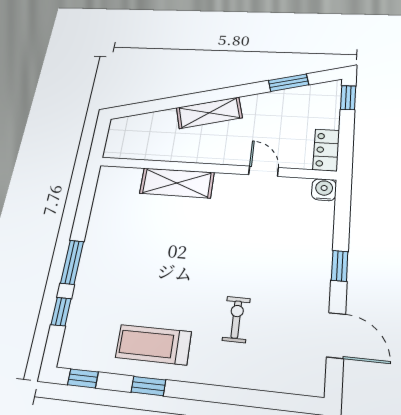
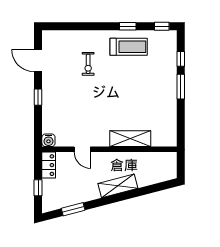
window: (348, 98) -> (38, 188), moved

